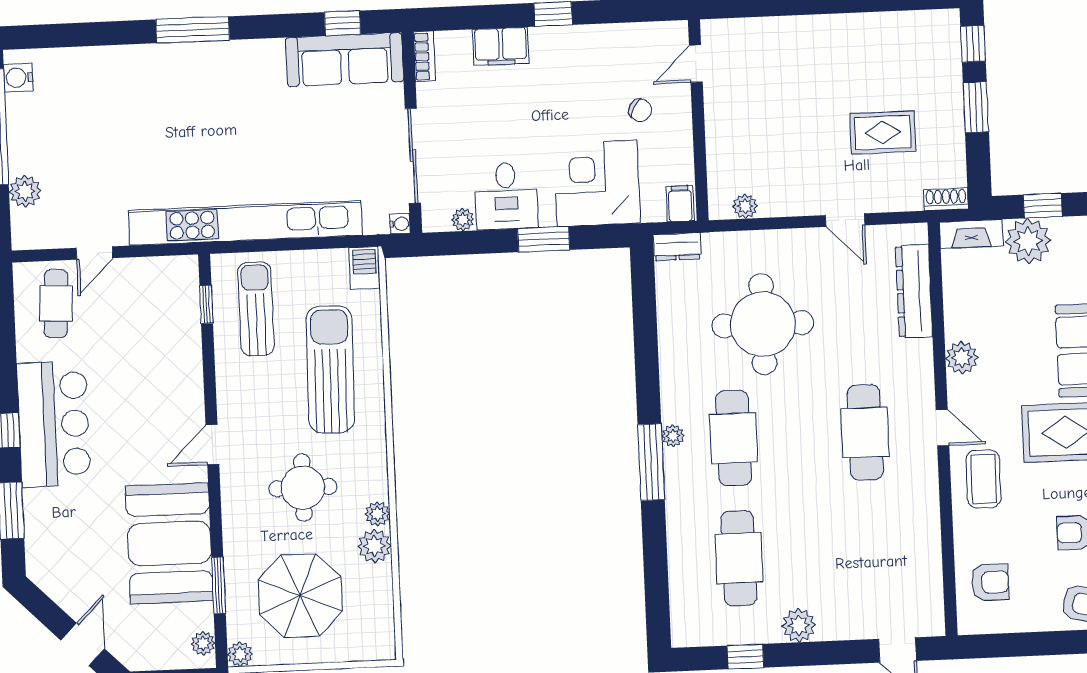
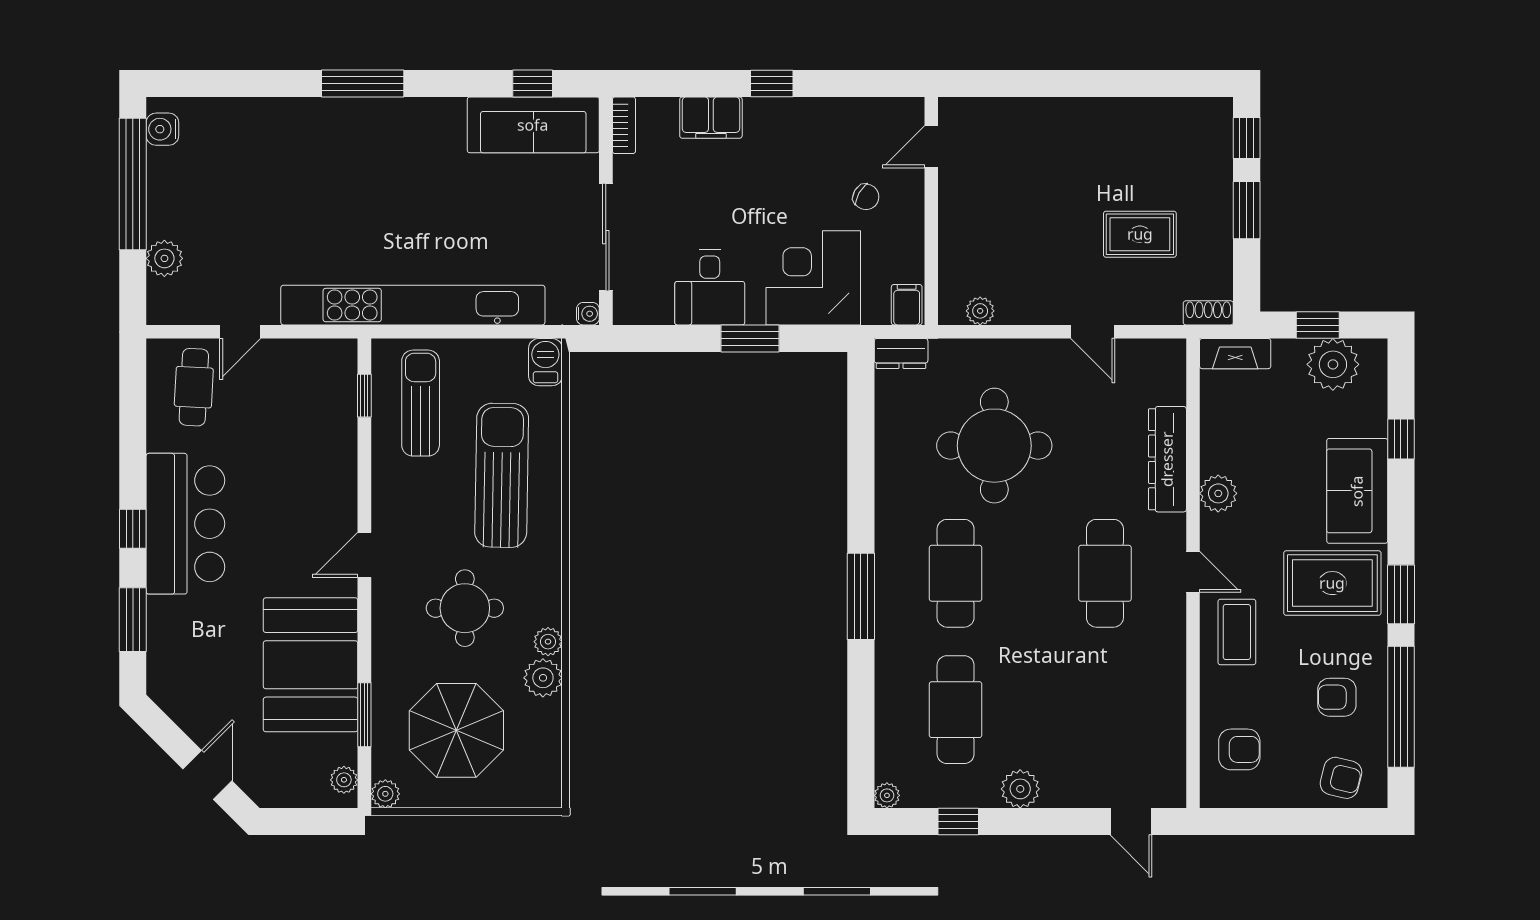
plant: (463, 220) -> (659, 312), removed
plant: (1028, 241) -> (1333, 364), moved
dresser: (914, 291) -> (1167, 459), moved
plant: (673, 436) -> (887, 795), moved

